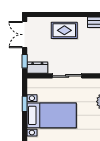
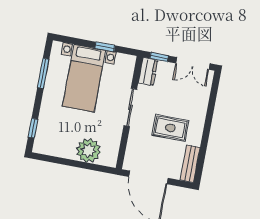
rug: (64, 30) -> (170, 128), moved, turned 90
double door: (25, 35) -> (193, 63), swing flipped

